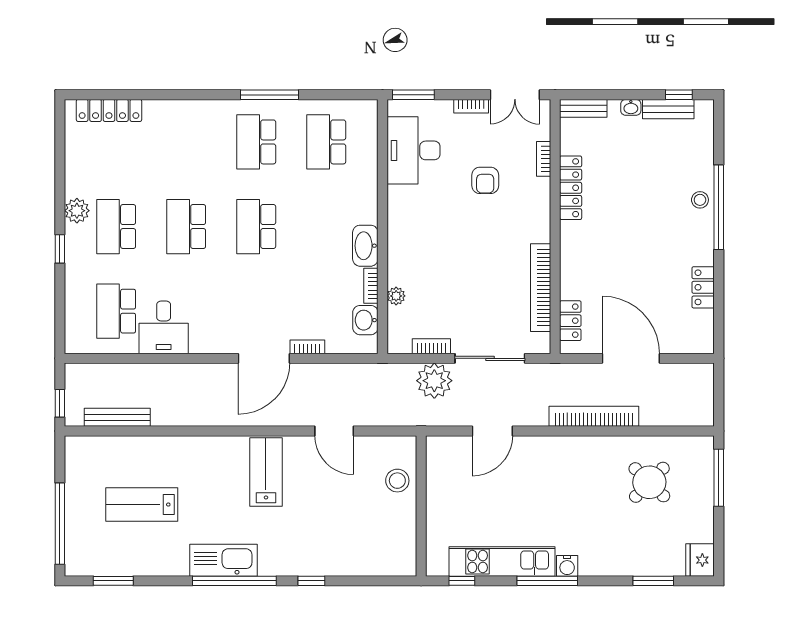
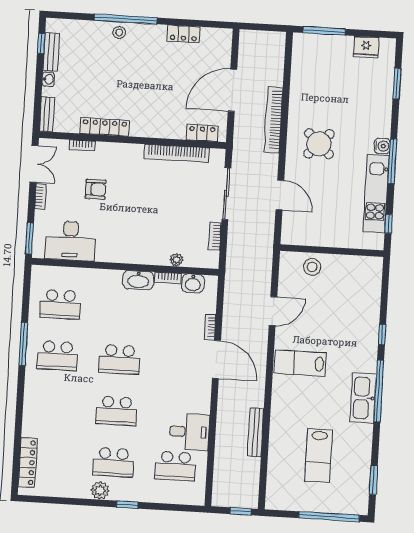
plant: (434, 381) -> (240, 235), removed
bench: (117, 417) -> (256, 432), moved
round table: (649, 482) -> (319, 144), moved
fridge: (700, 560) -> (366, 47), moved

